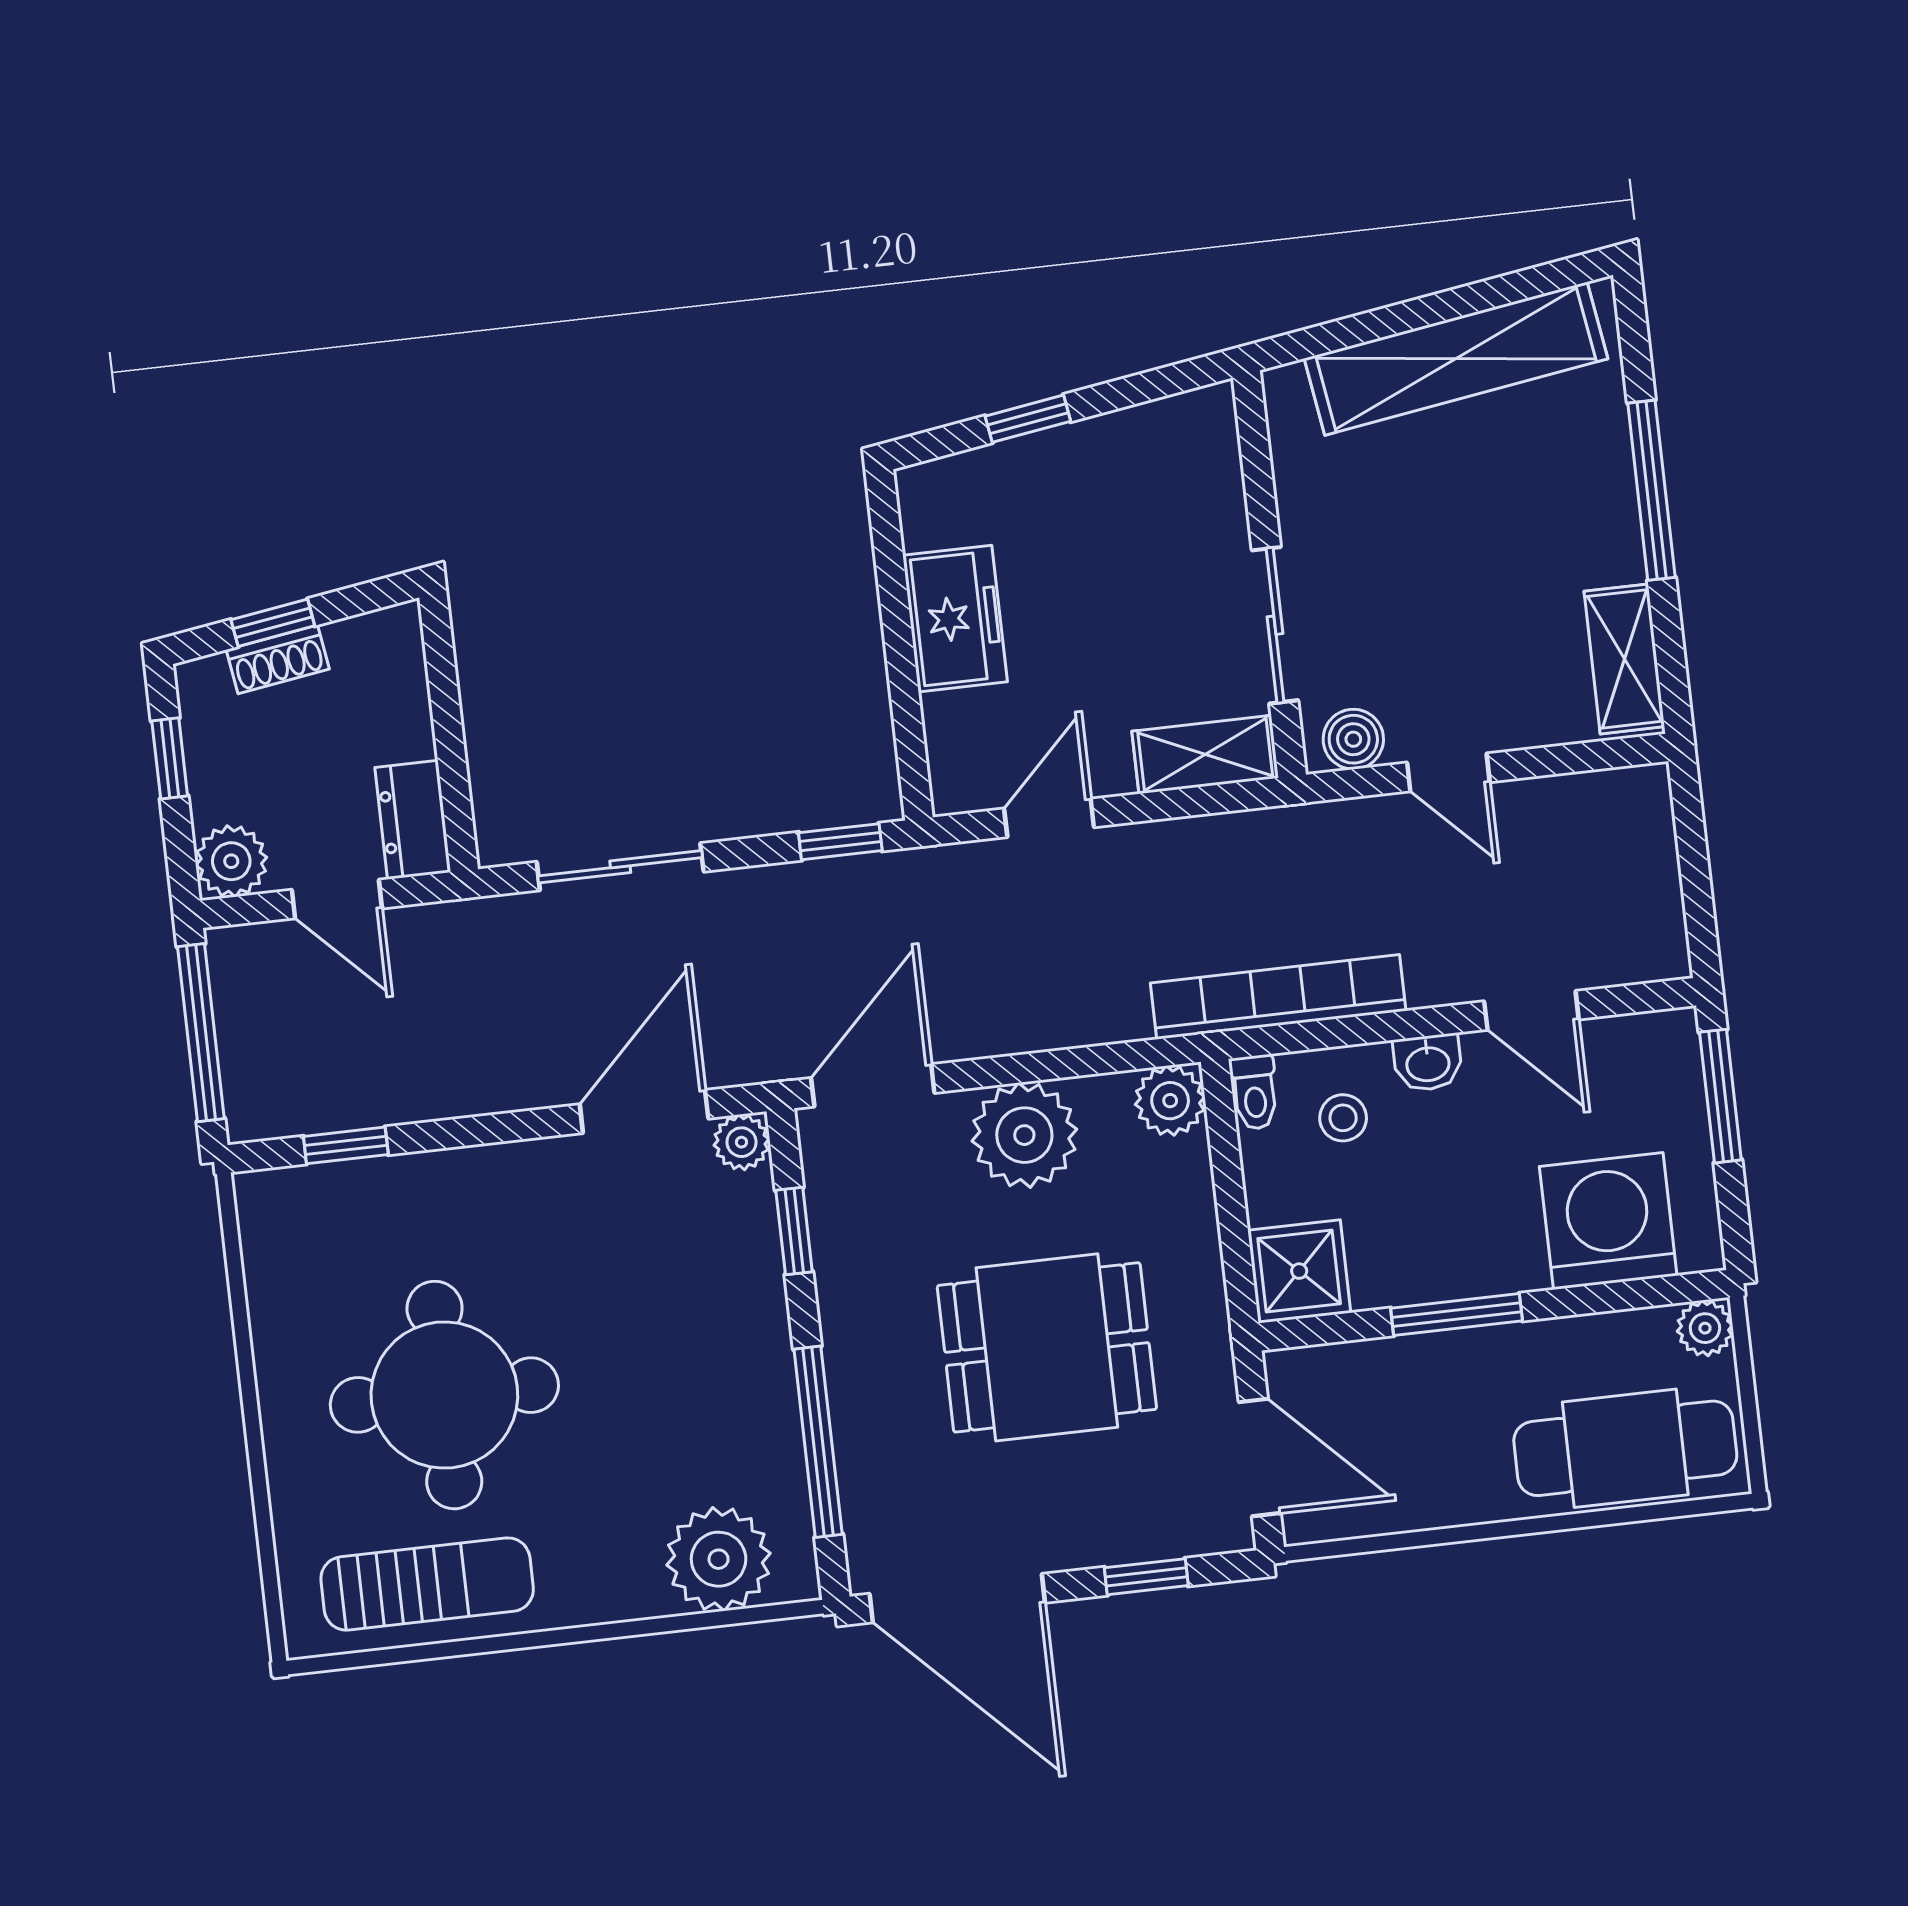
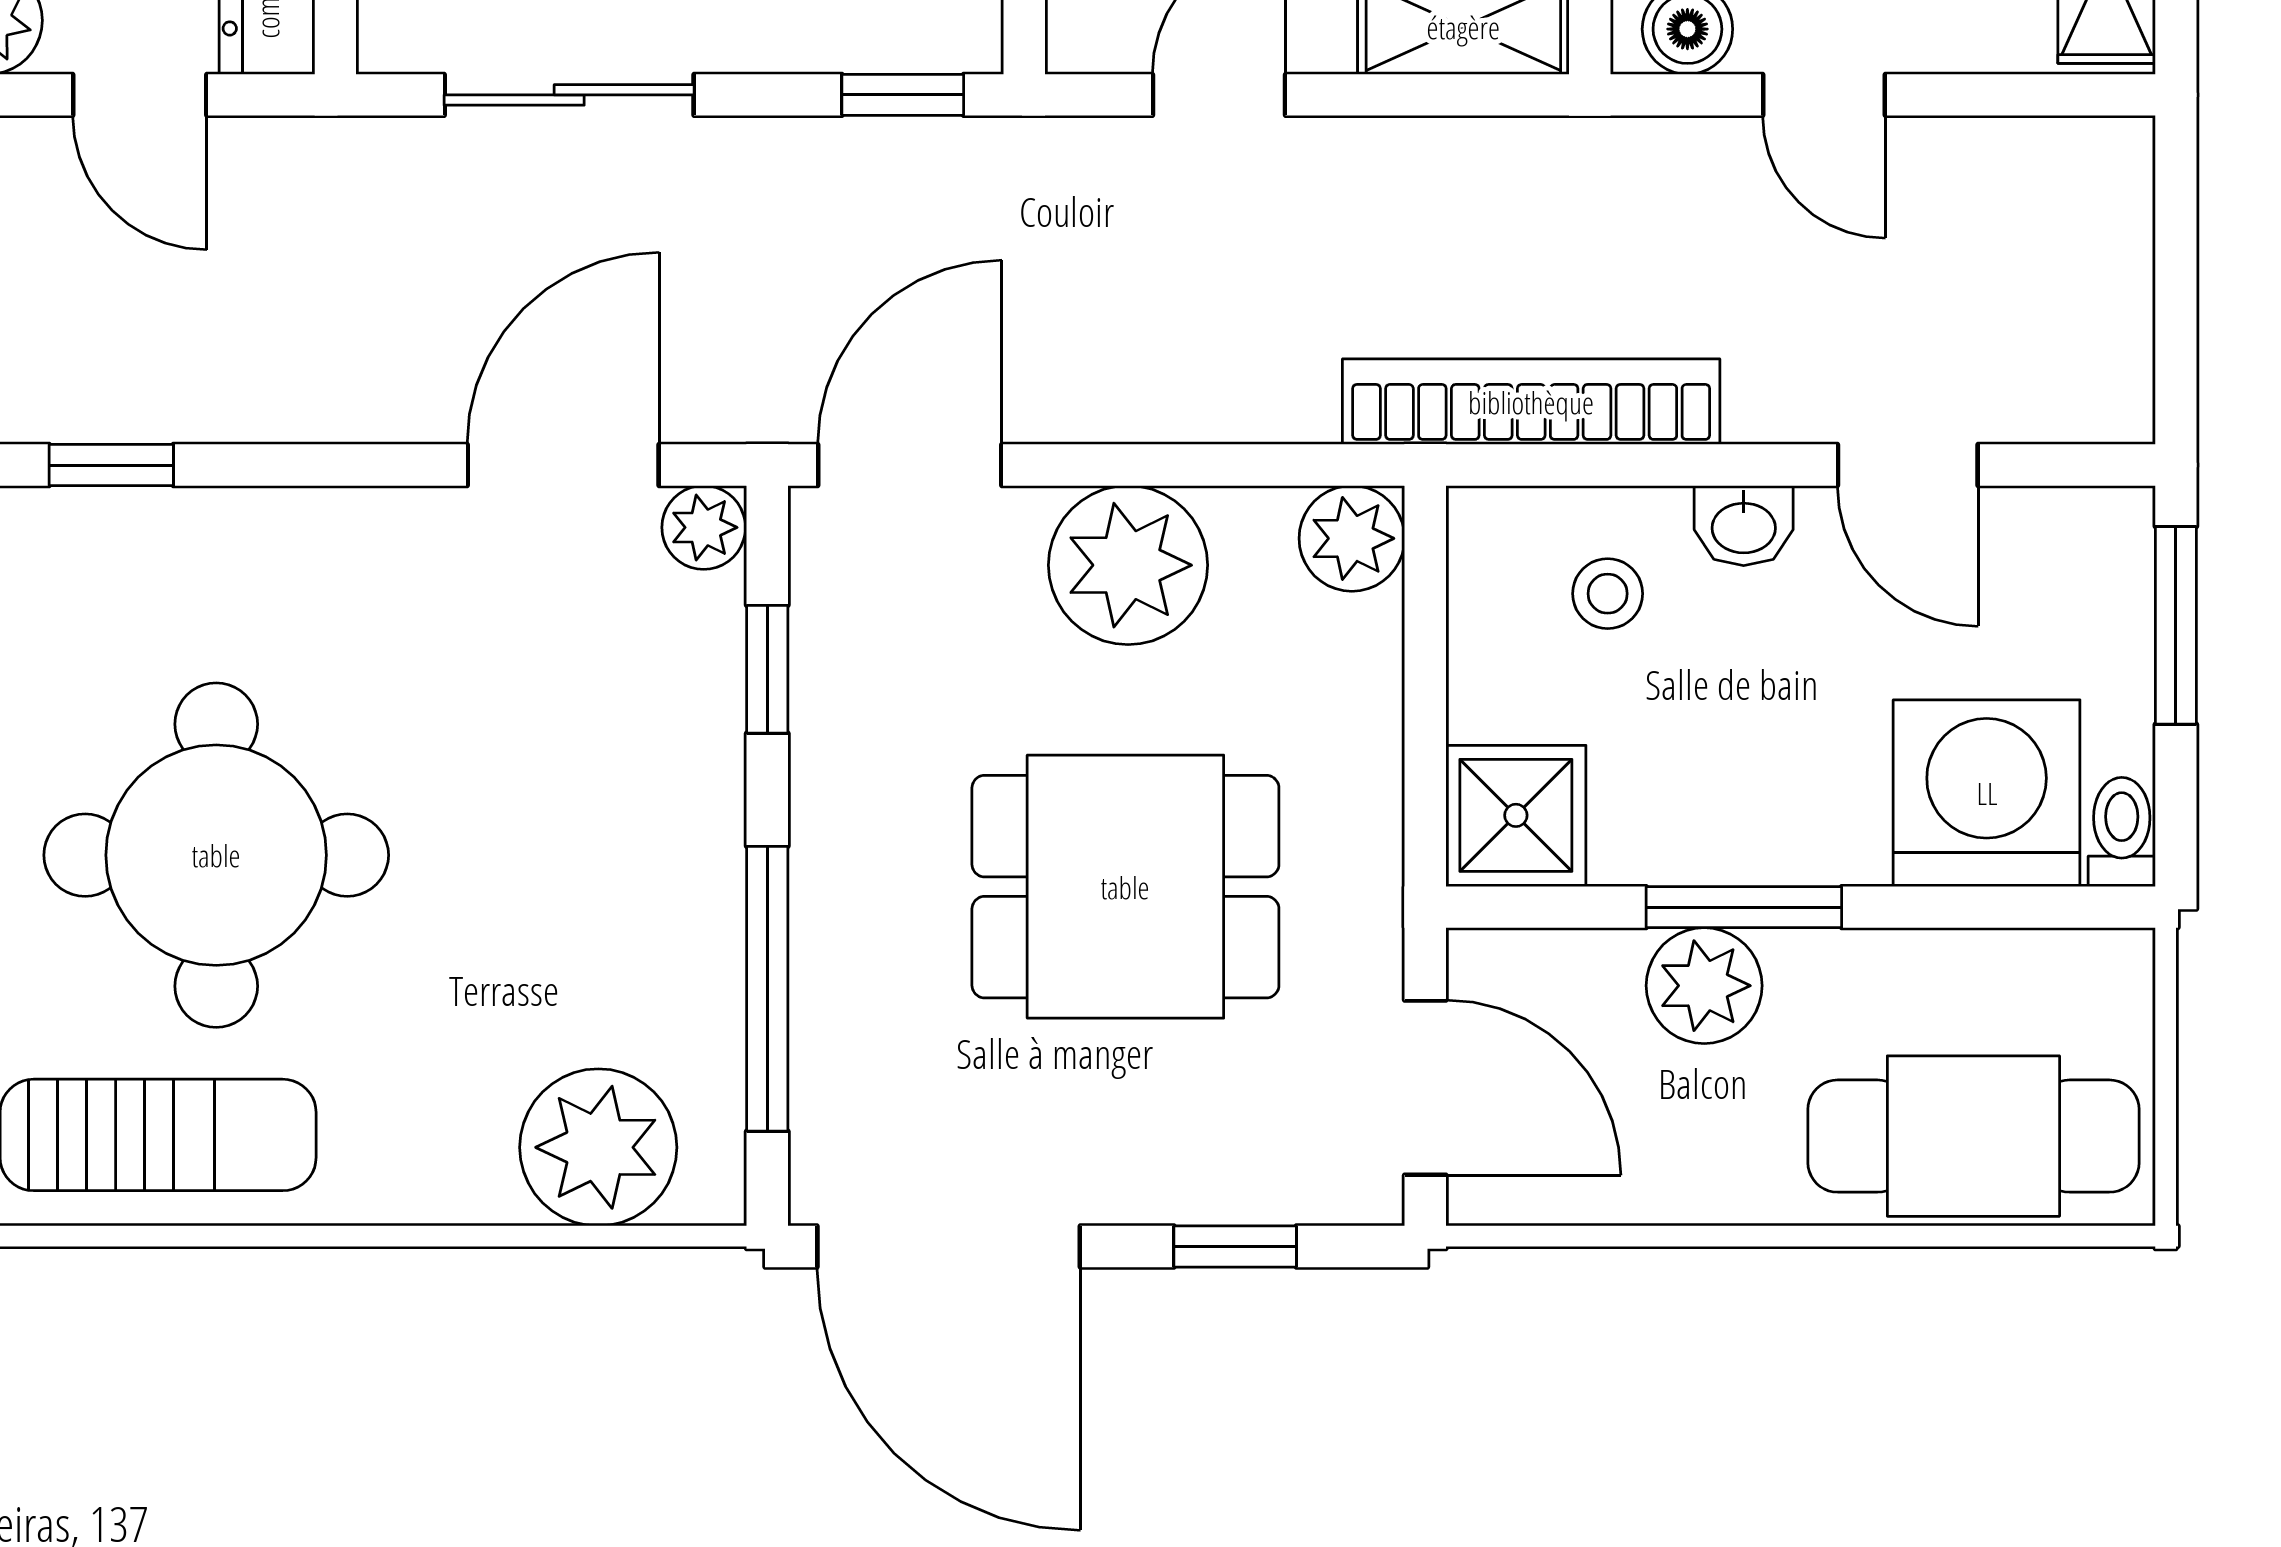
toilet: (1254, 1092) -> (2122, 832), moved, turned 180
plant: (1705, 1328) -> (1704, 986), moved, width x1.38, depth x1.38

